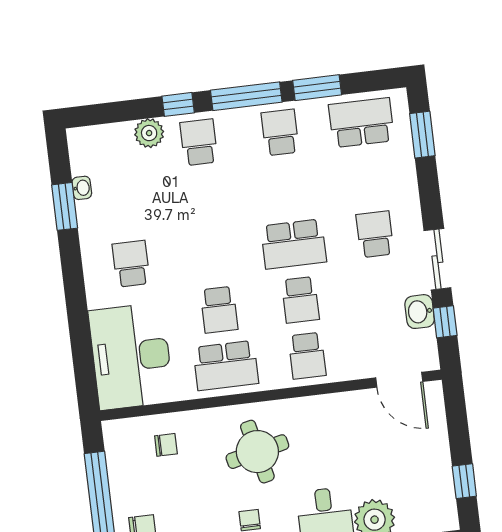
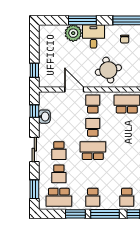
sliding door: (437, 259) -> (34, 150), moved
school desk: (219, 310) -> (59, 174), moved, turned 180
door: (399, 380) -> (74, 89), moved
round table: (257, 452) -> (108, 70), moved
window: (464, 481) -> (34, 70), moved

